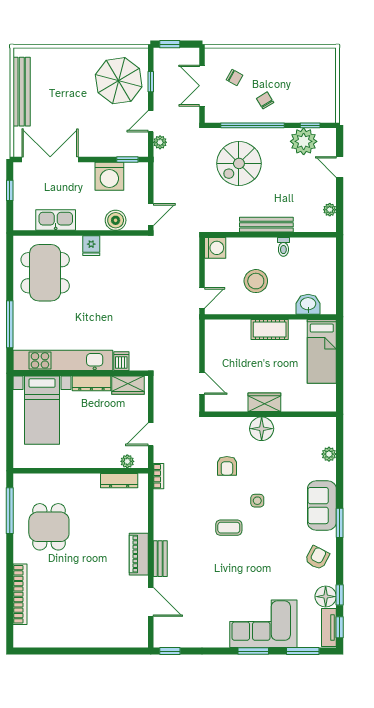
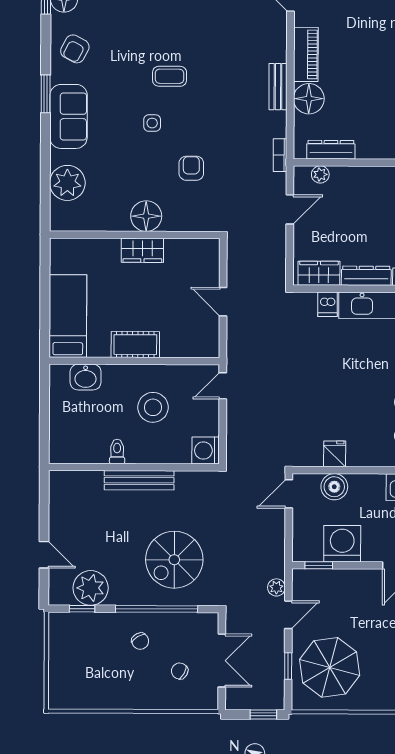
spiral stairs: (239, 163) -> (174, 560), turned 180
plant: (330, 210) -> (57, 499), removed
fridge: (91, 246) -> (335, 454), moved
door: (202, 383) -> (223, 302), moved
plant: (329, 454) -> (67, 183), width x1.87, depth x1.87
floor lamp: (136, 520) -> (309, 99), added
coffee table: (229, 528) -> (170, 76), moved
bench: (160, 559) -> (278, 87), moved

